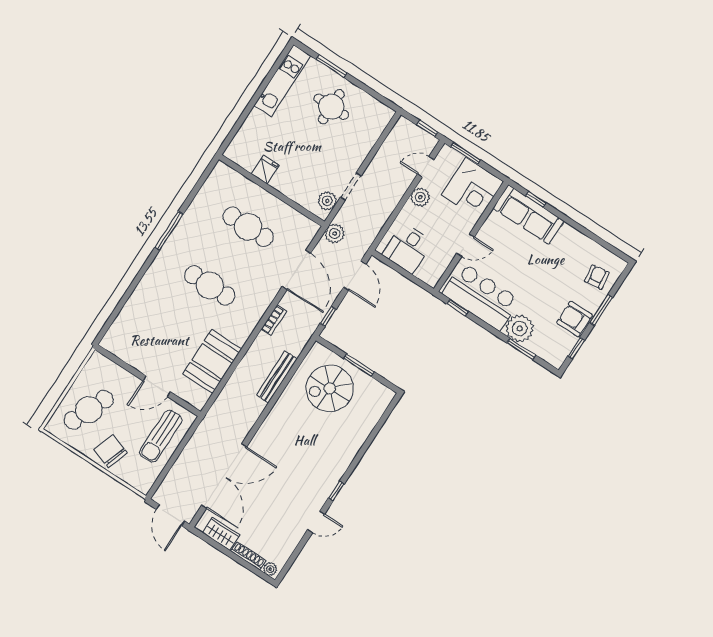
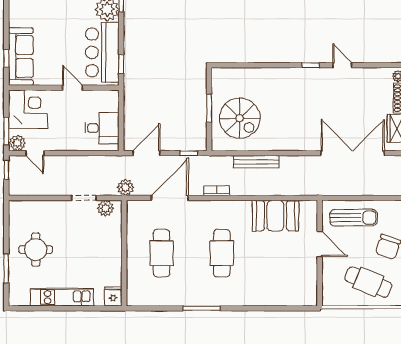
kitchen unit: (282, 81) -> (62, 297), moved
fridge: (265, 170) -> (113, 296), moved, turned 90
plant: (420, 197) -> (17, 143), moved

